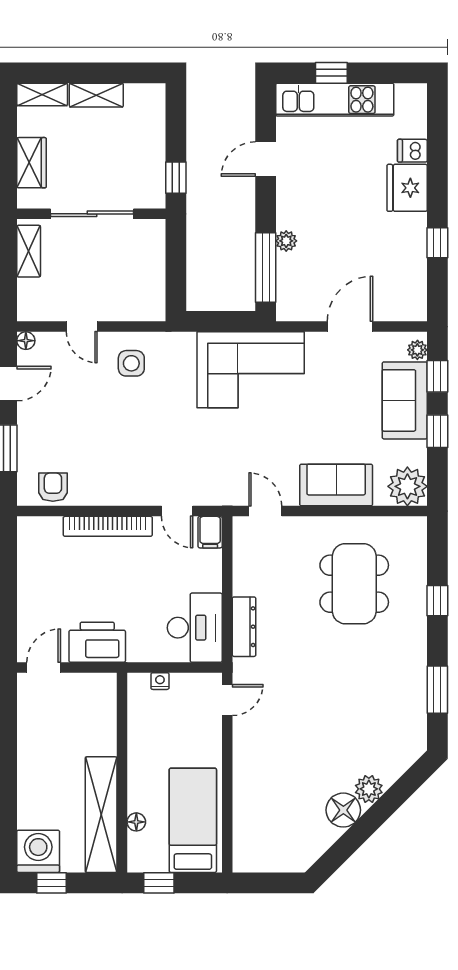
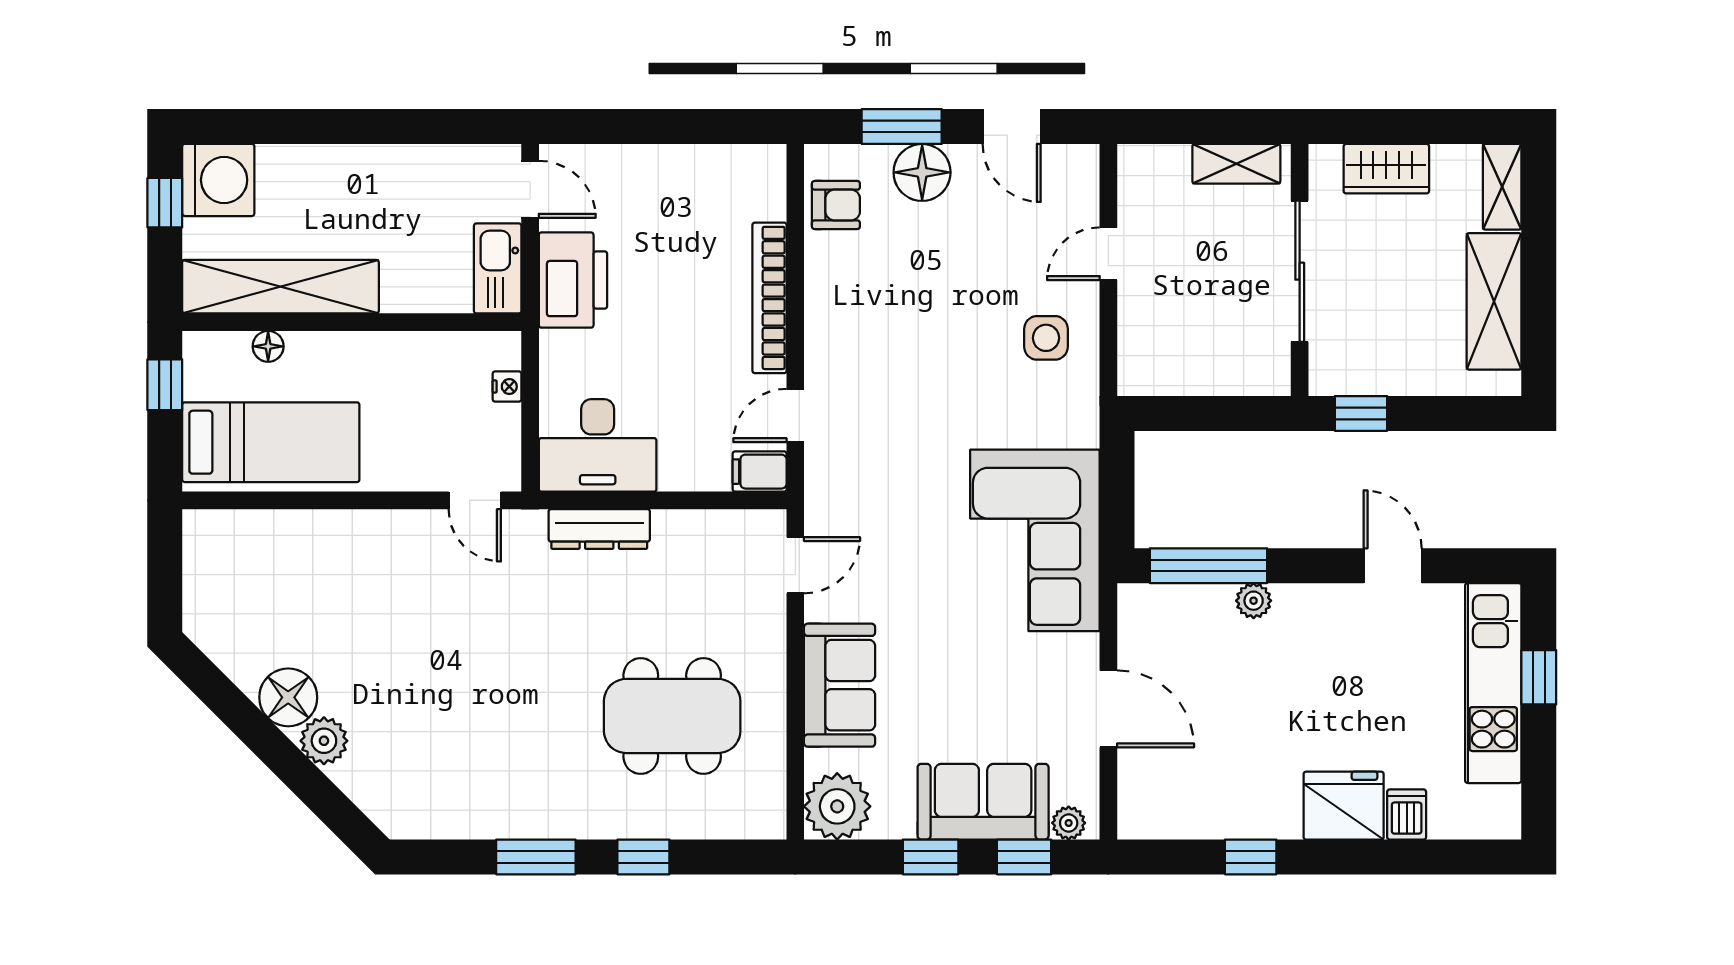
shelving: (96, 95) -> (1494, 301), width x1.50, depth x1.33
floor lamp: (26, 341) -> (922, 172), moved, width x1.89, depth x1.89
kitchen sink: (90, 687) -> (498, 268), added
window: (437, 690) -> (536, 857), moved

